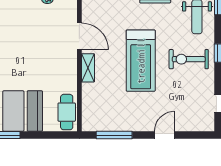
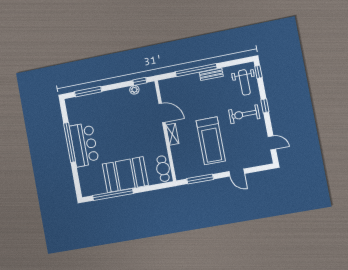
treadmill: (141, 61) -> (211, 141), moved
door: (165, 135) -> (237, 173), swing flipped

